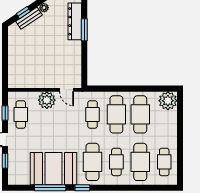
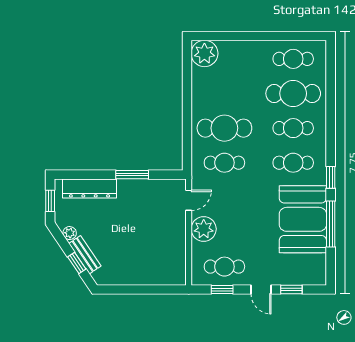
window: (84, 30) -> (132, 175), moved
cafe table: (140, 114) -> (224, 93), removed
cafe table: (92, 162) -> (293, 163), width x0.73, depth x0.74

